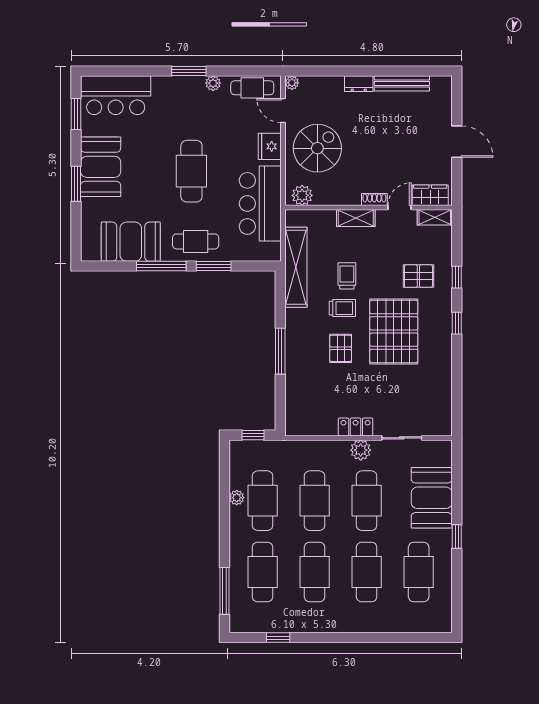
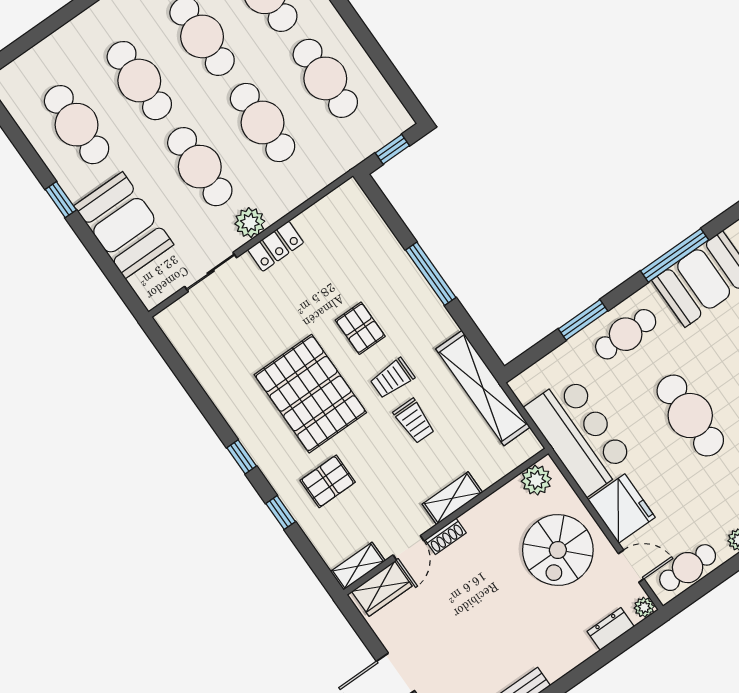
dresser: (359, 84) -> (611, 629), moved
fridge: (270, 146) -> (622, 508), width x1.36, depth x1.34
window: (161, 266) -> (675, 255), moved
plant: (237, 498) -> (359, 60), removed

